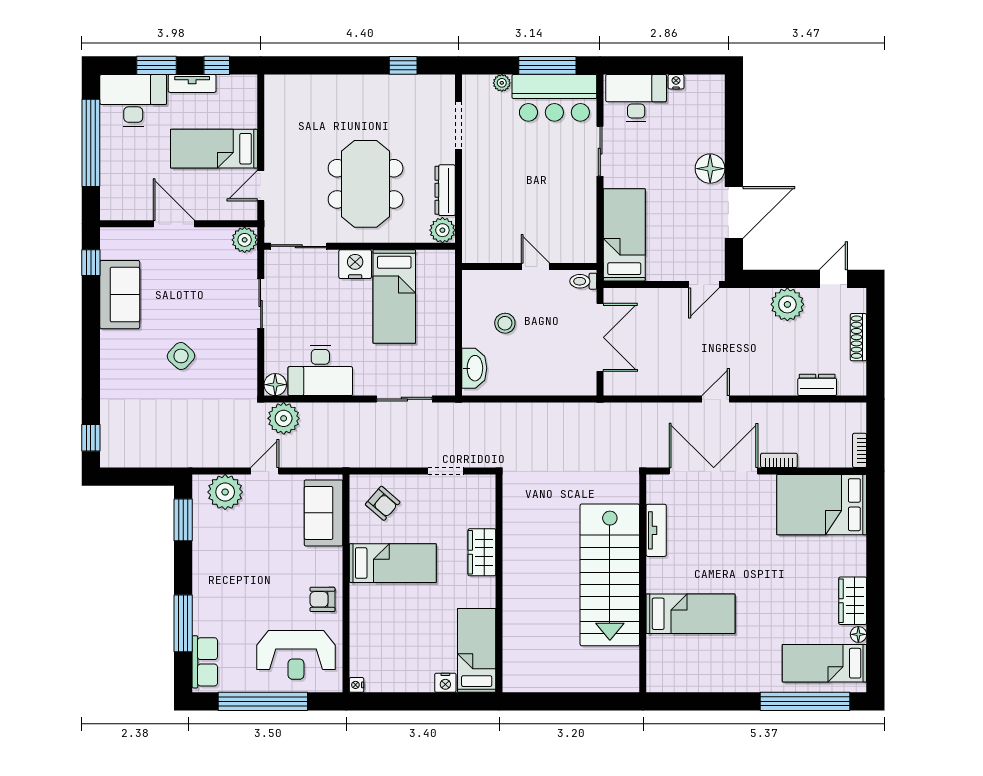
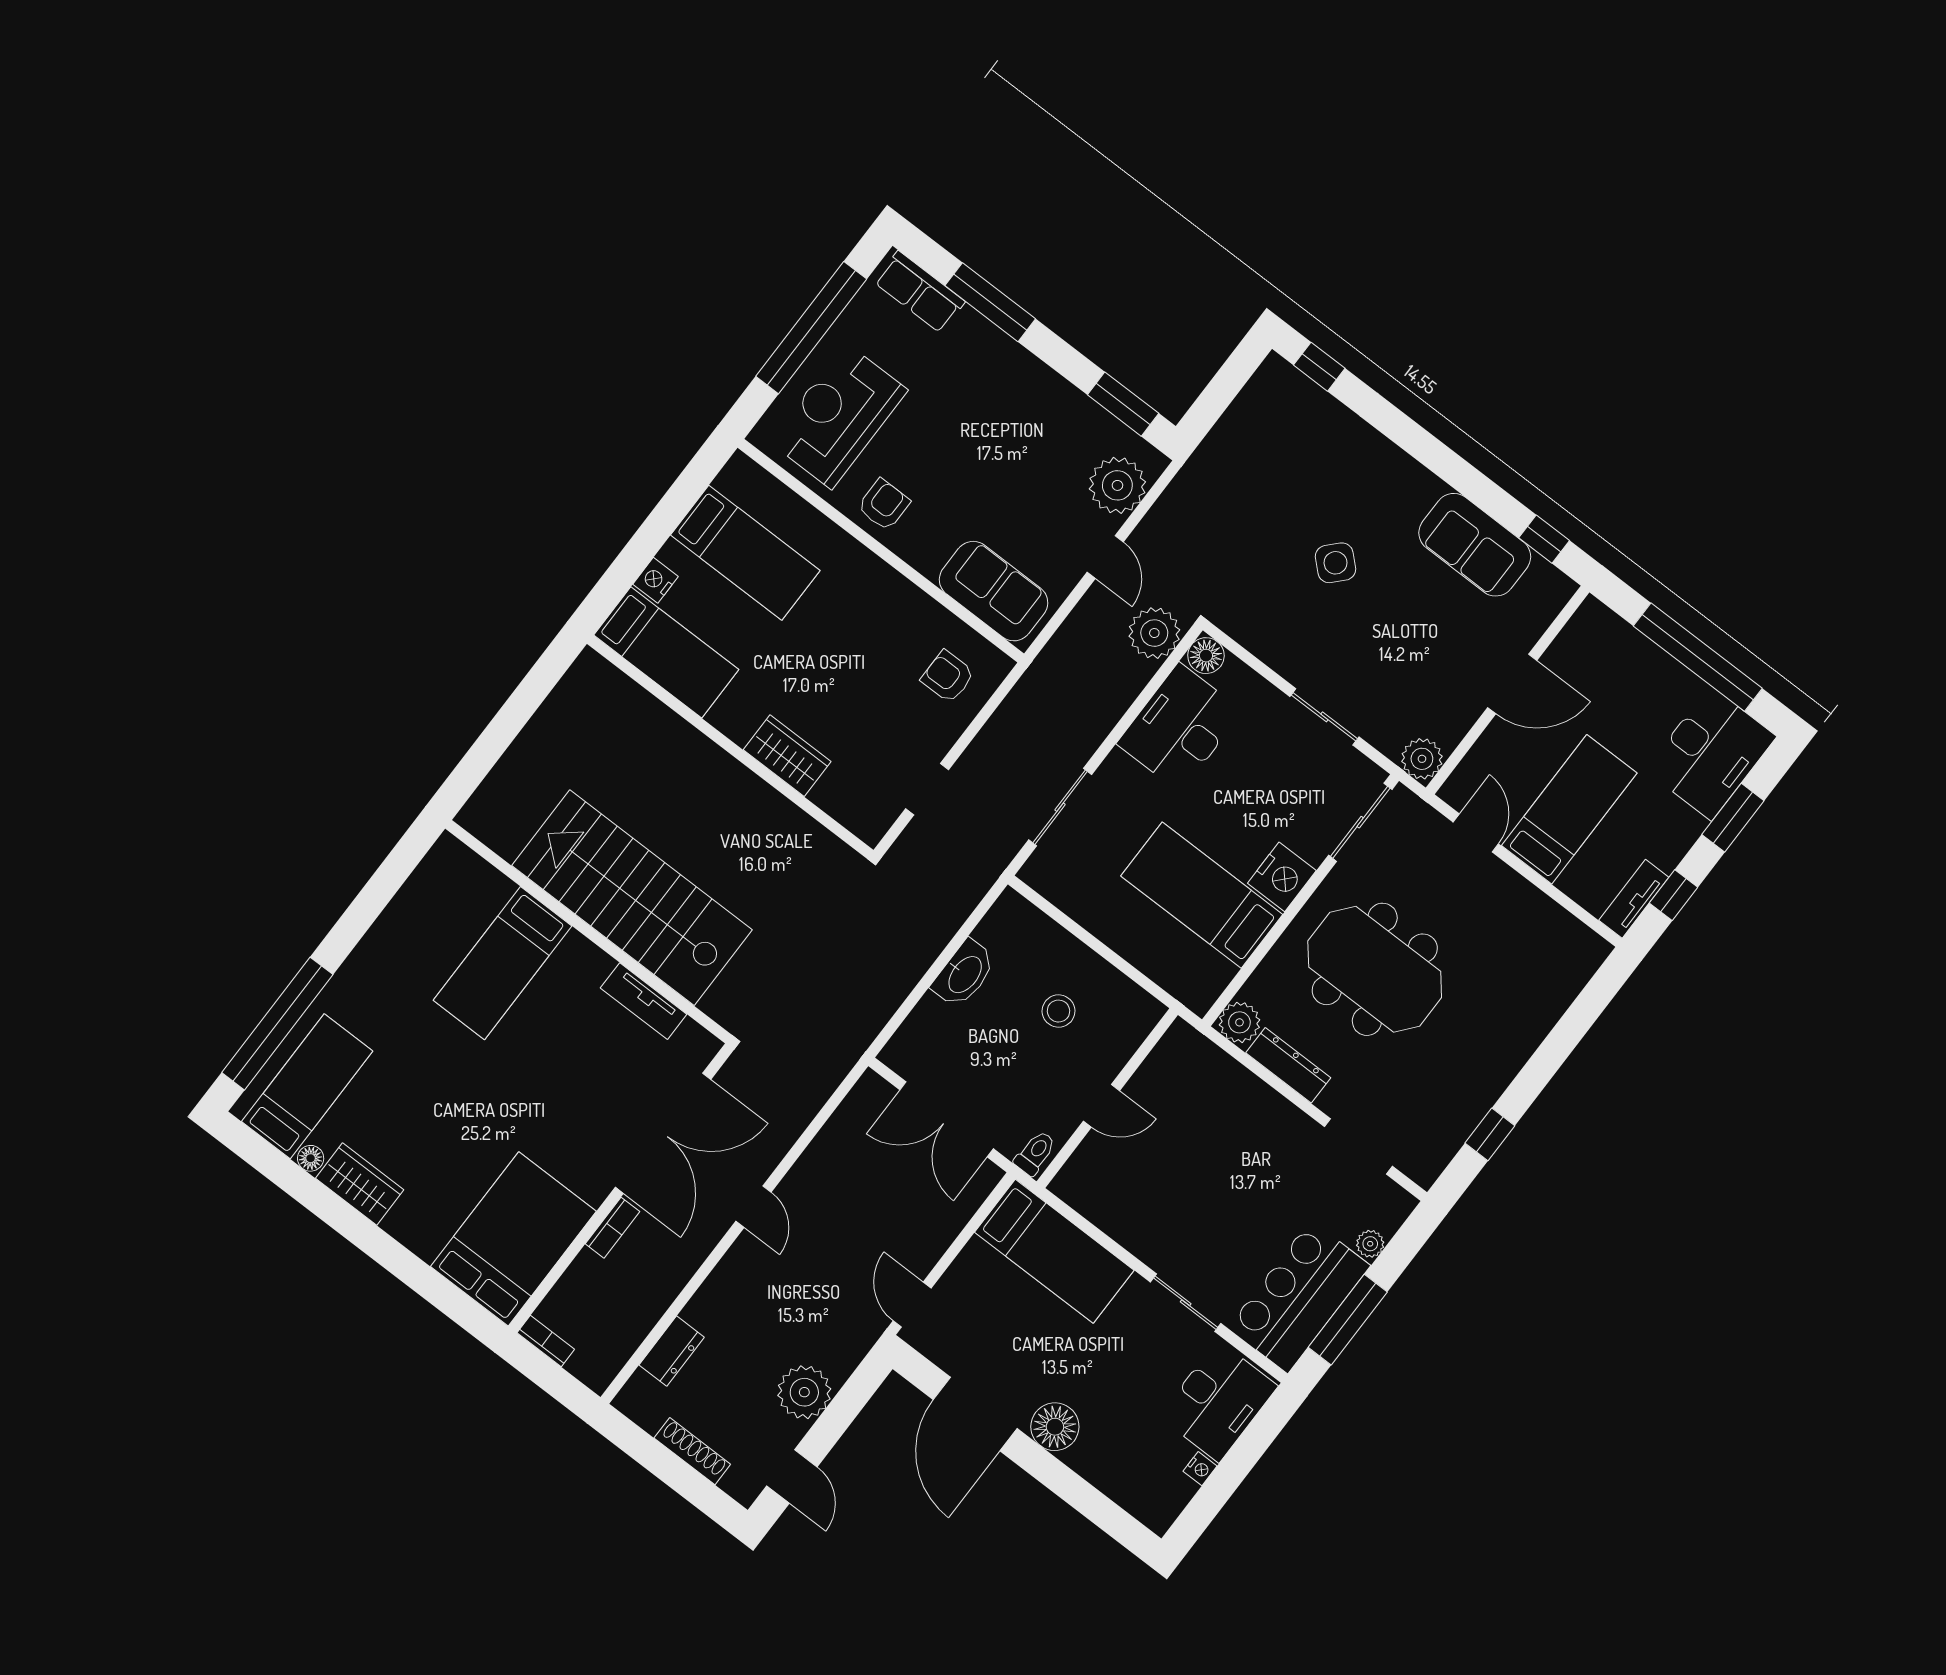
tv unit: (192, 83) -> (1634, 899), moved
washbasin: (474, 368) -> (964, 974), moved, turned -90
armchair: (383, 503) -> (948, 677), turned 49
bed: (393, 563) -> (745, 553), moved, turned -90
nightstand: (357, 685) -> (740, 464), removed

